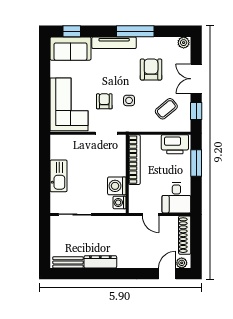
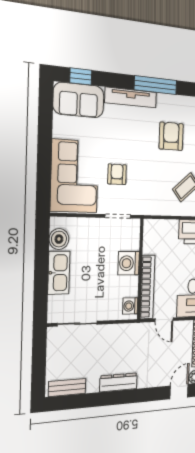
side table: (129, 100) -> (145, 175), removed
boiler: (58, 151) -> (59, 239), added
bookcase: (134, 160) -> (147, 287), moved
washing machine: (117, 186) -> (129, 263), moved
dresser: (100, 262) -> (119, 382), moved

